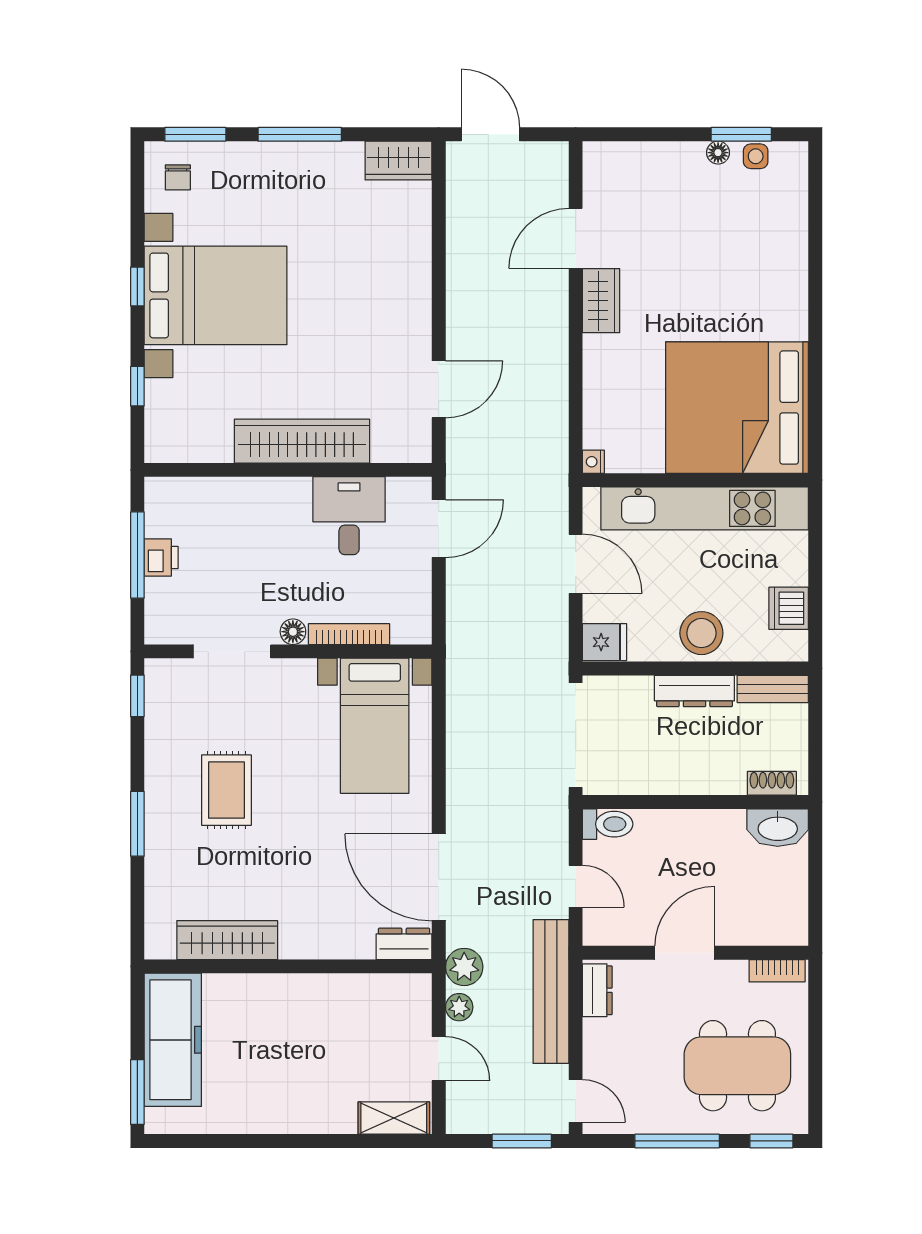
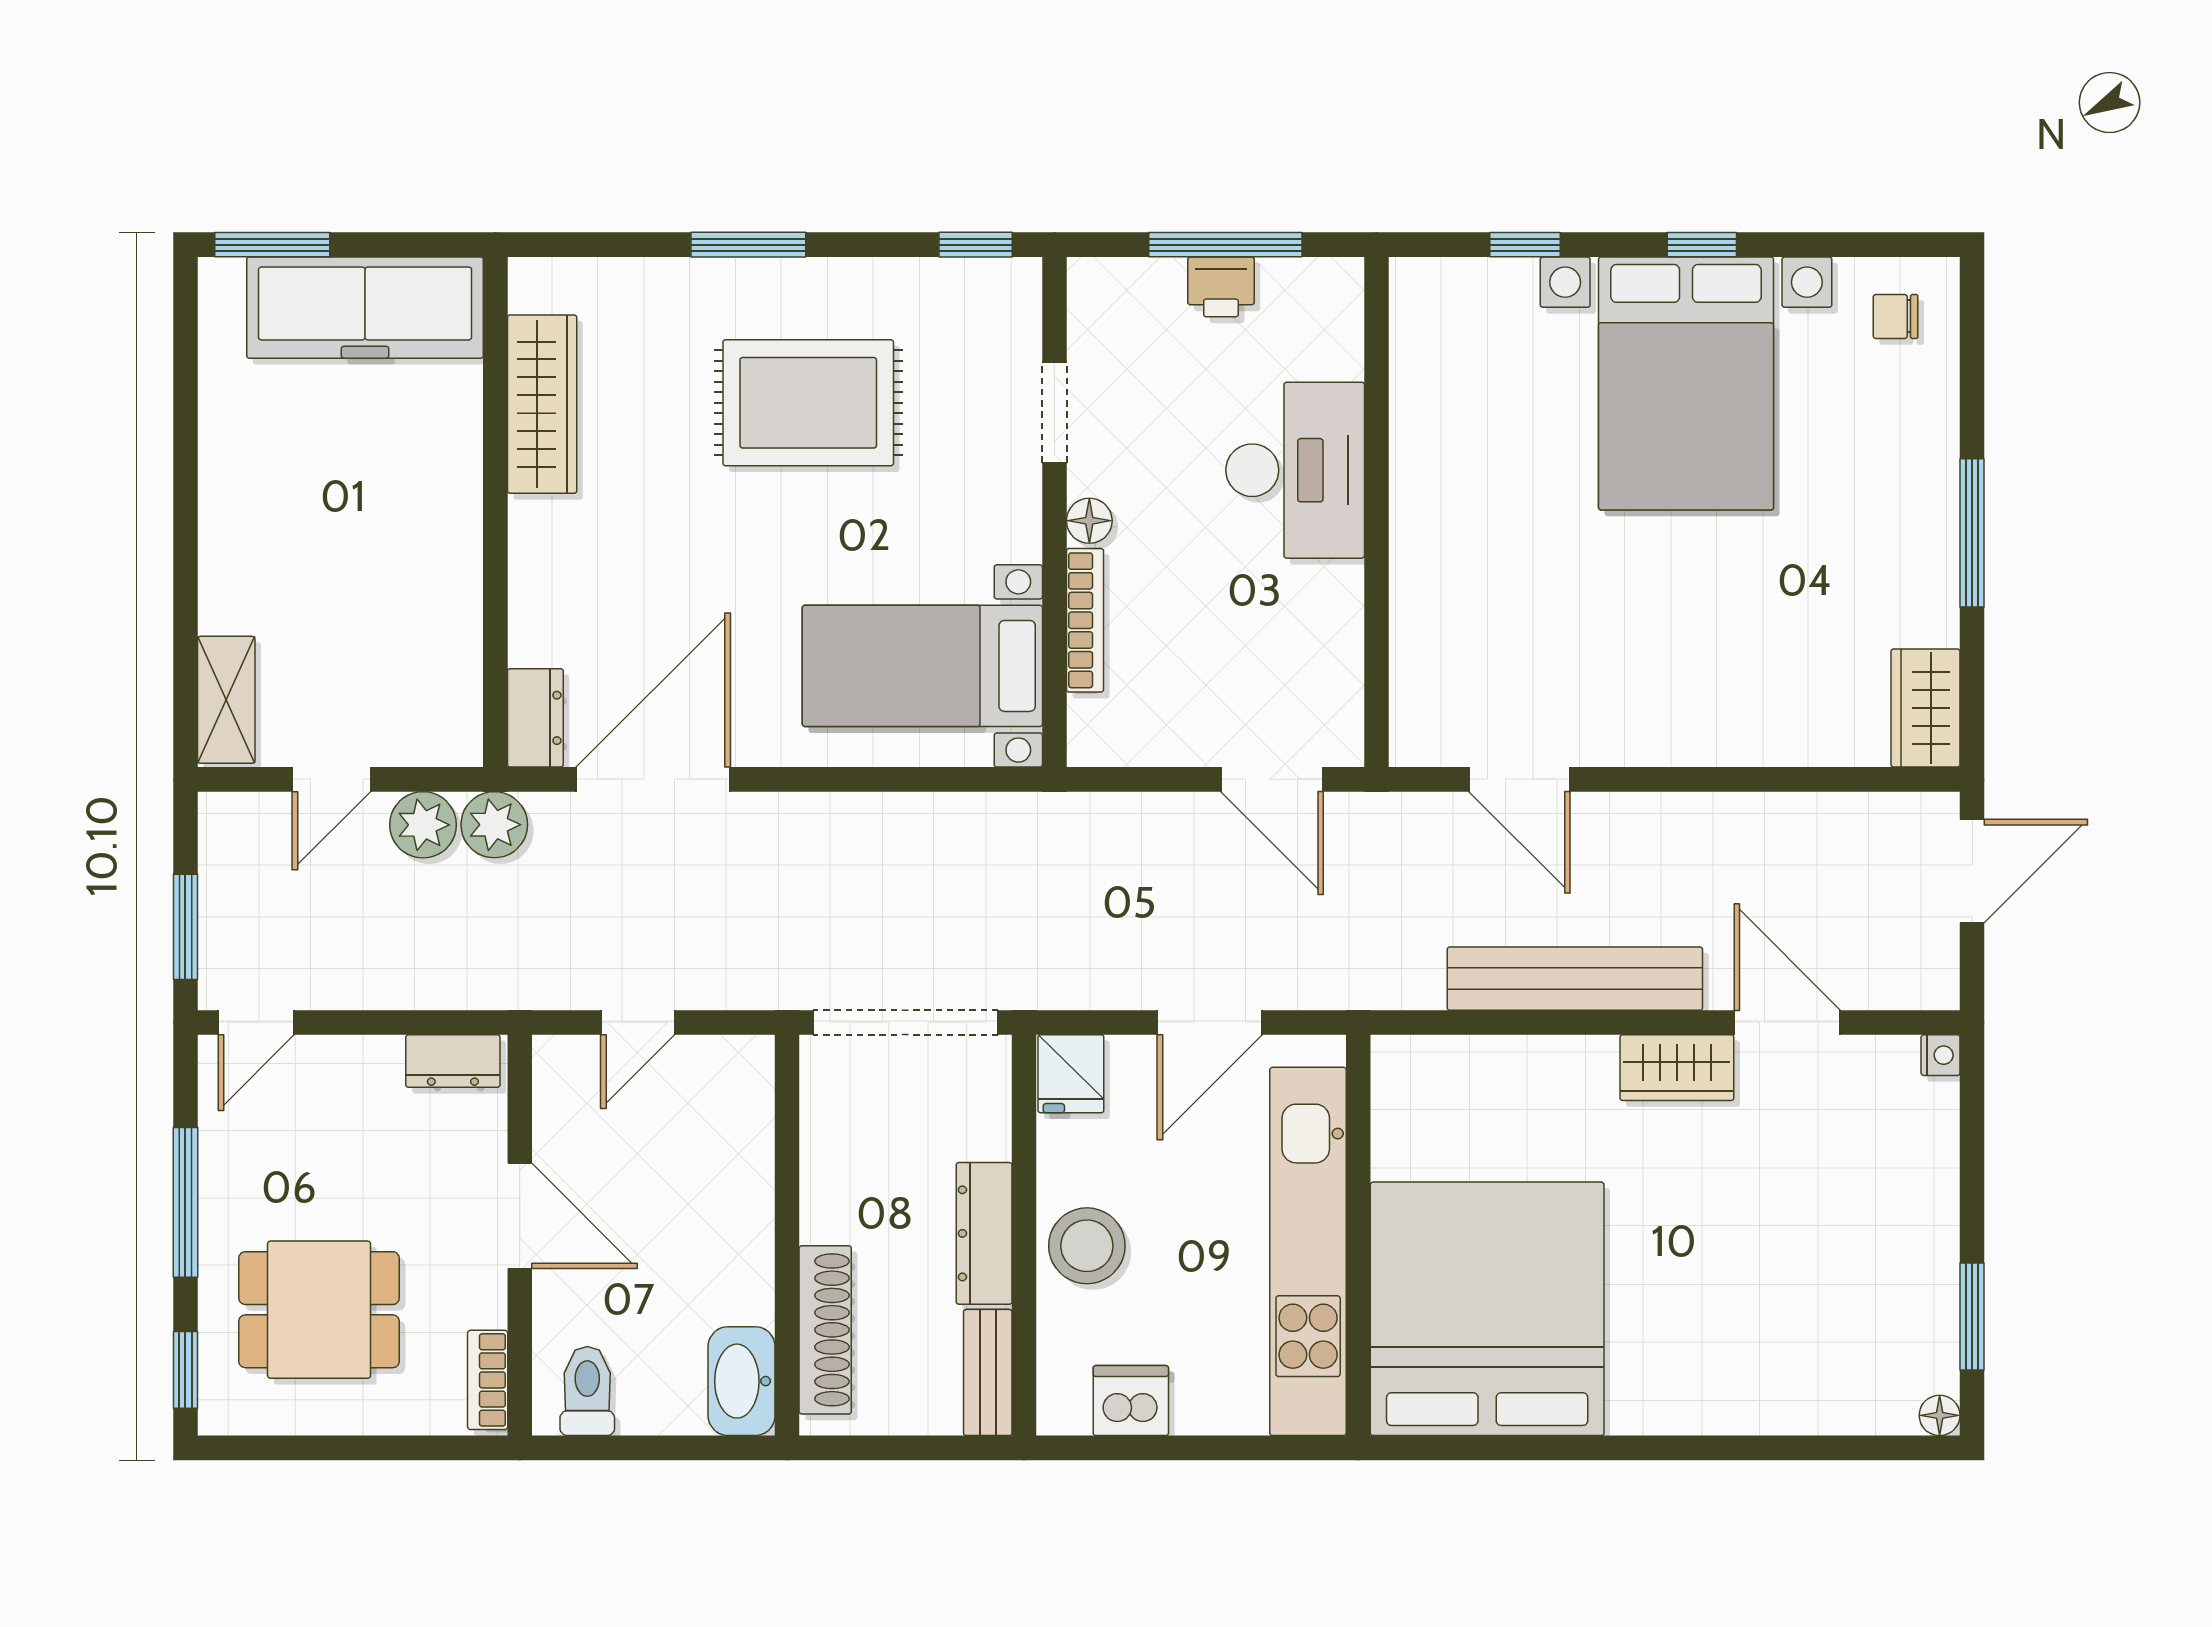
window: (195, 134) -> (1972, 347), removed
floor lamp: (718, 153) -> (1940, 1415), moved
side table: (756, 156) -> (1933, 1342), removed
wardrobe: (302, 441) -> (1428, 537), removed
nightstand: (593, 462) -> (1941, 1055), moved, turned 90
desk: (349, 516) -> (1295, 470), moved, width x1.37
doorway: (232, 651) -> (1054, 413), width x0.73
shoe rack: (772, 783) -> (825, 1330), width x1.94, depth x1.24
rug: (226, 790) -> (808, 403), width x1.36, depth x1.43
toilet: (608, 824) -> (587, 1391), moved, turned 180
bench: (551, 991) -> (1575, 979), moved
plant: (459, 1007) -> (423, 825), width x1.38, depth x1.38
dining table: (737, 1066) -> (319, 1310), width x0.73

